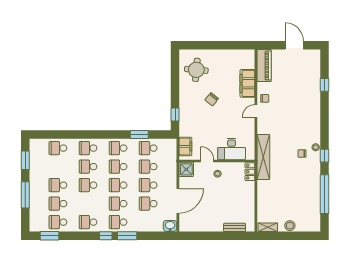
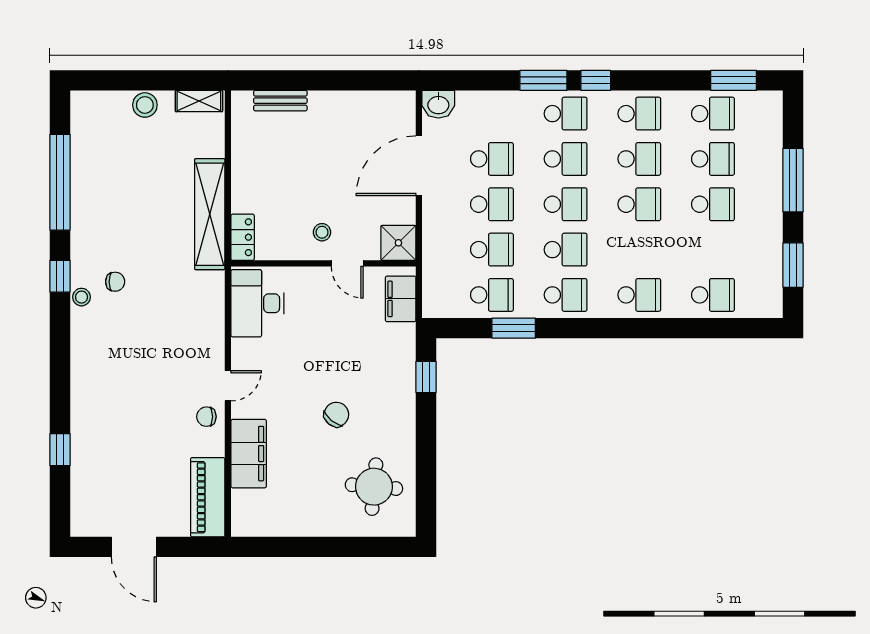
desk: (232, 149) -> (257, 303), moved, turned -90
shelving: (263, 157) -> (210, 214), moved
school desk: (88, 167) -> (639, 159), moved

